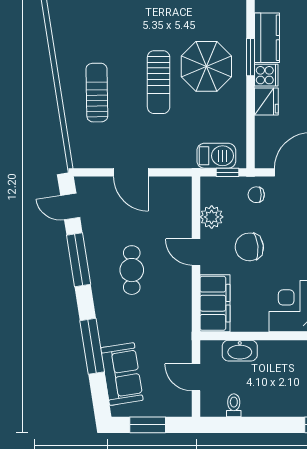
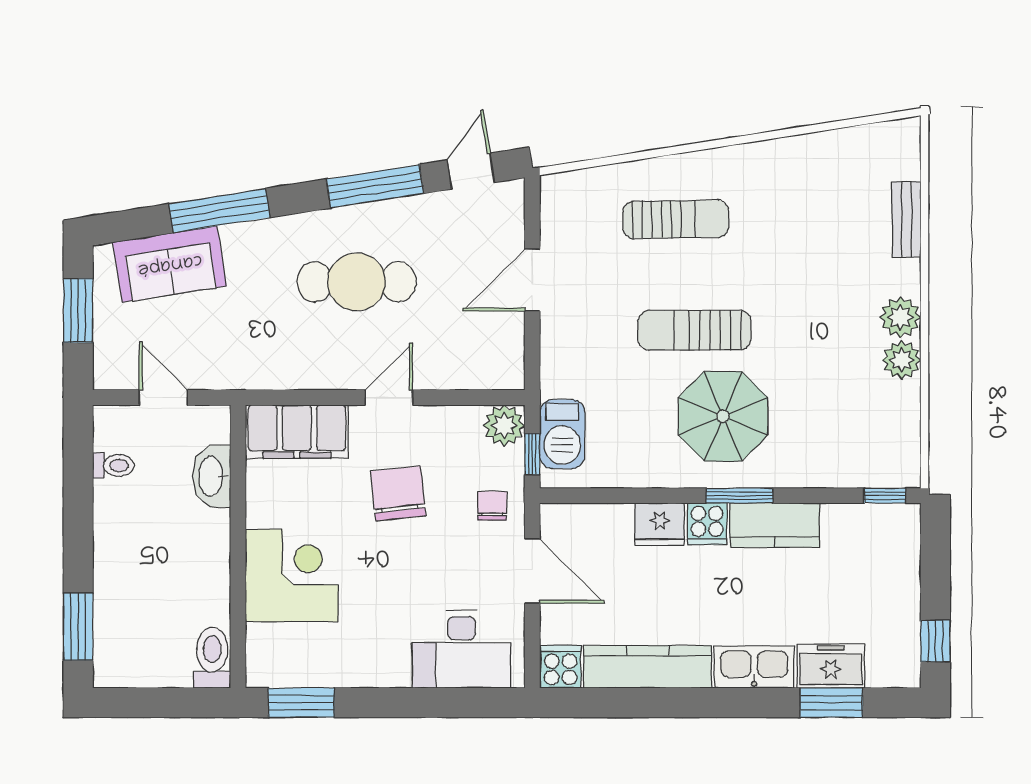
plant: (212, 217) -> (504, 425), moved
cafe table: (132, 270) -> (357, 282), width x1.37, depth x1.35
door: (196, 377) -> (163, 397), hinge flipped

